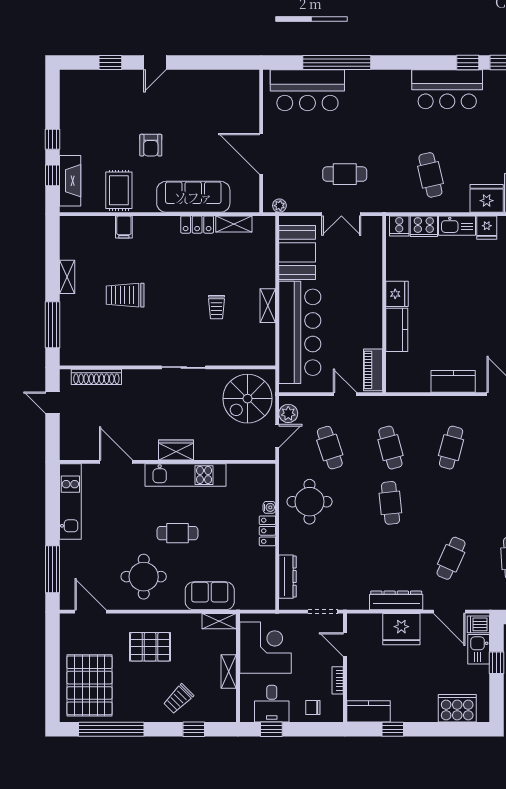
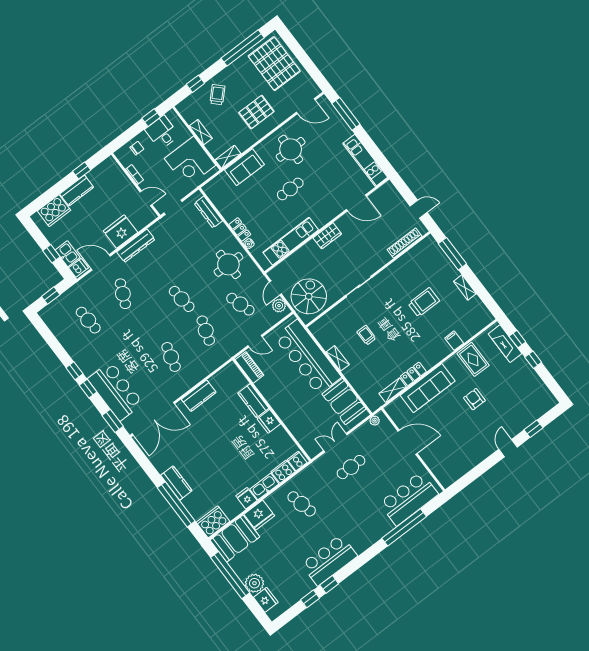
cafe table: (390, 448) -> (206, 331), turned 33
kitchen unit: (185, 475) -> (291, 241), moved
kitchen counter: (368, 711) -> (77, 191), moved

